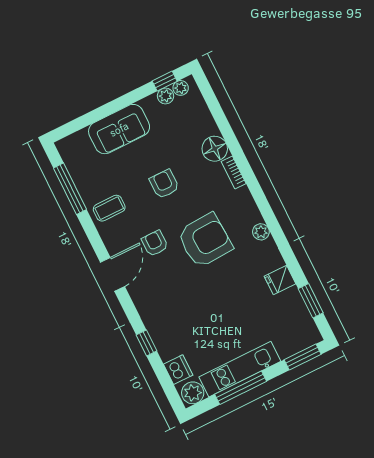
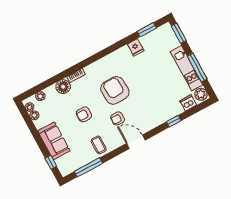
window: (165, 81) -> (51, 162), moved
plant: (261, 232) -> (40, 96), moved

